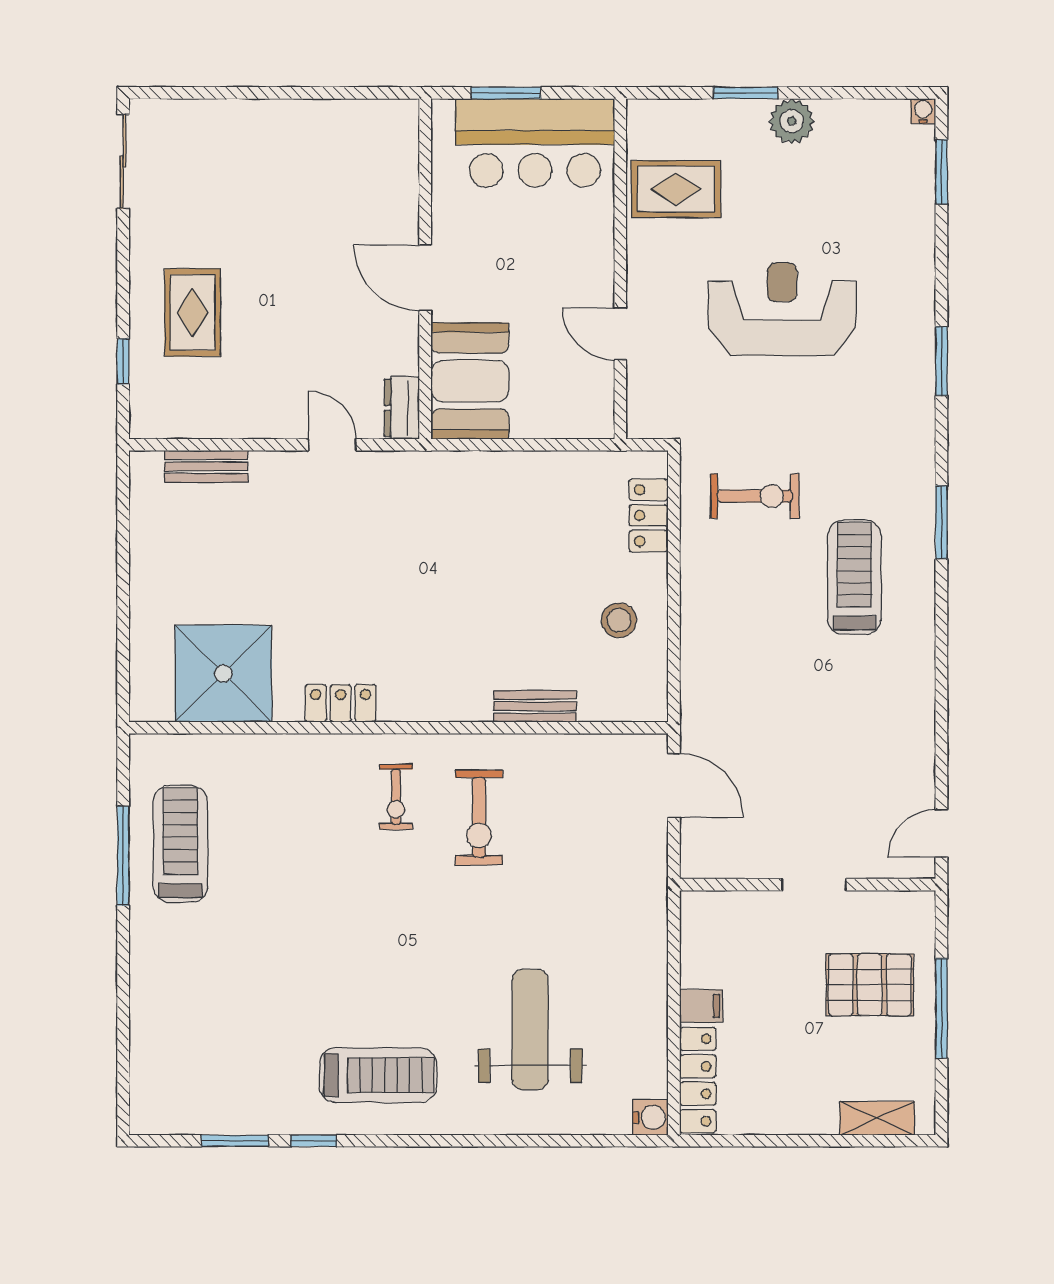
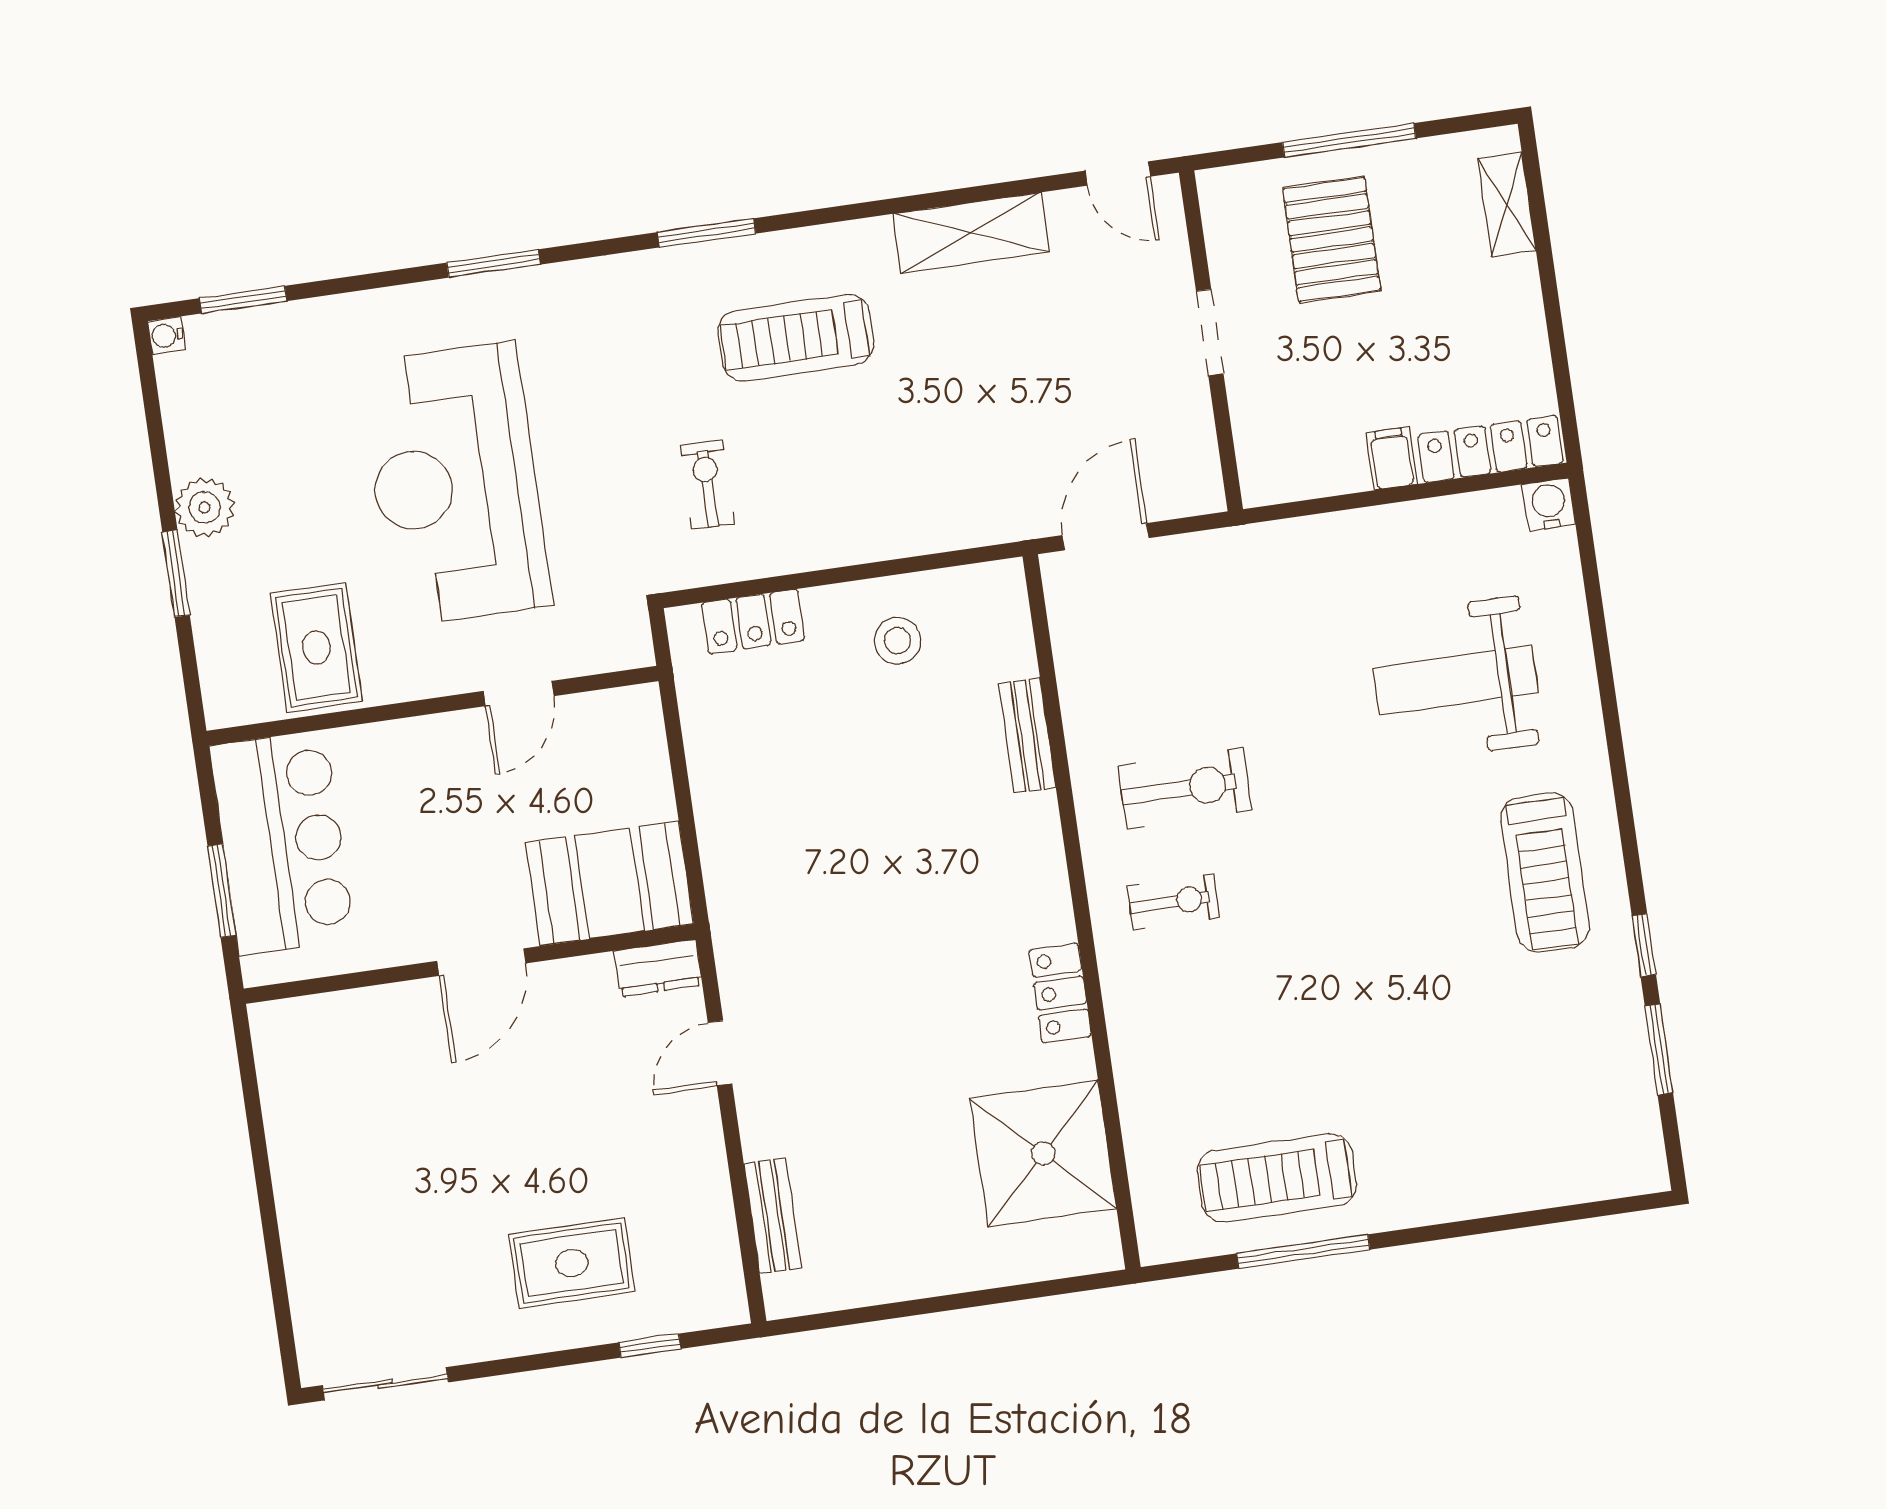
reception desk: (782, 309) -> (455, 484), width x1.36, depth x1.30
exercise bike: (755, 496) -> (707, 485), width x0.73, depth x0.72
shelving: (913, 718) -> (971, 233), added
treadmill: (378, 1075) -> (1545, 873), turned 180

